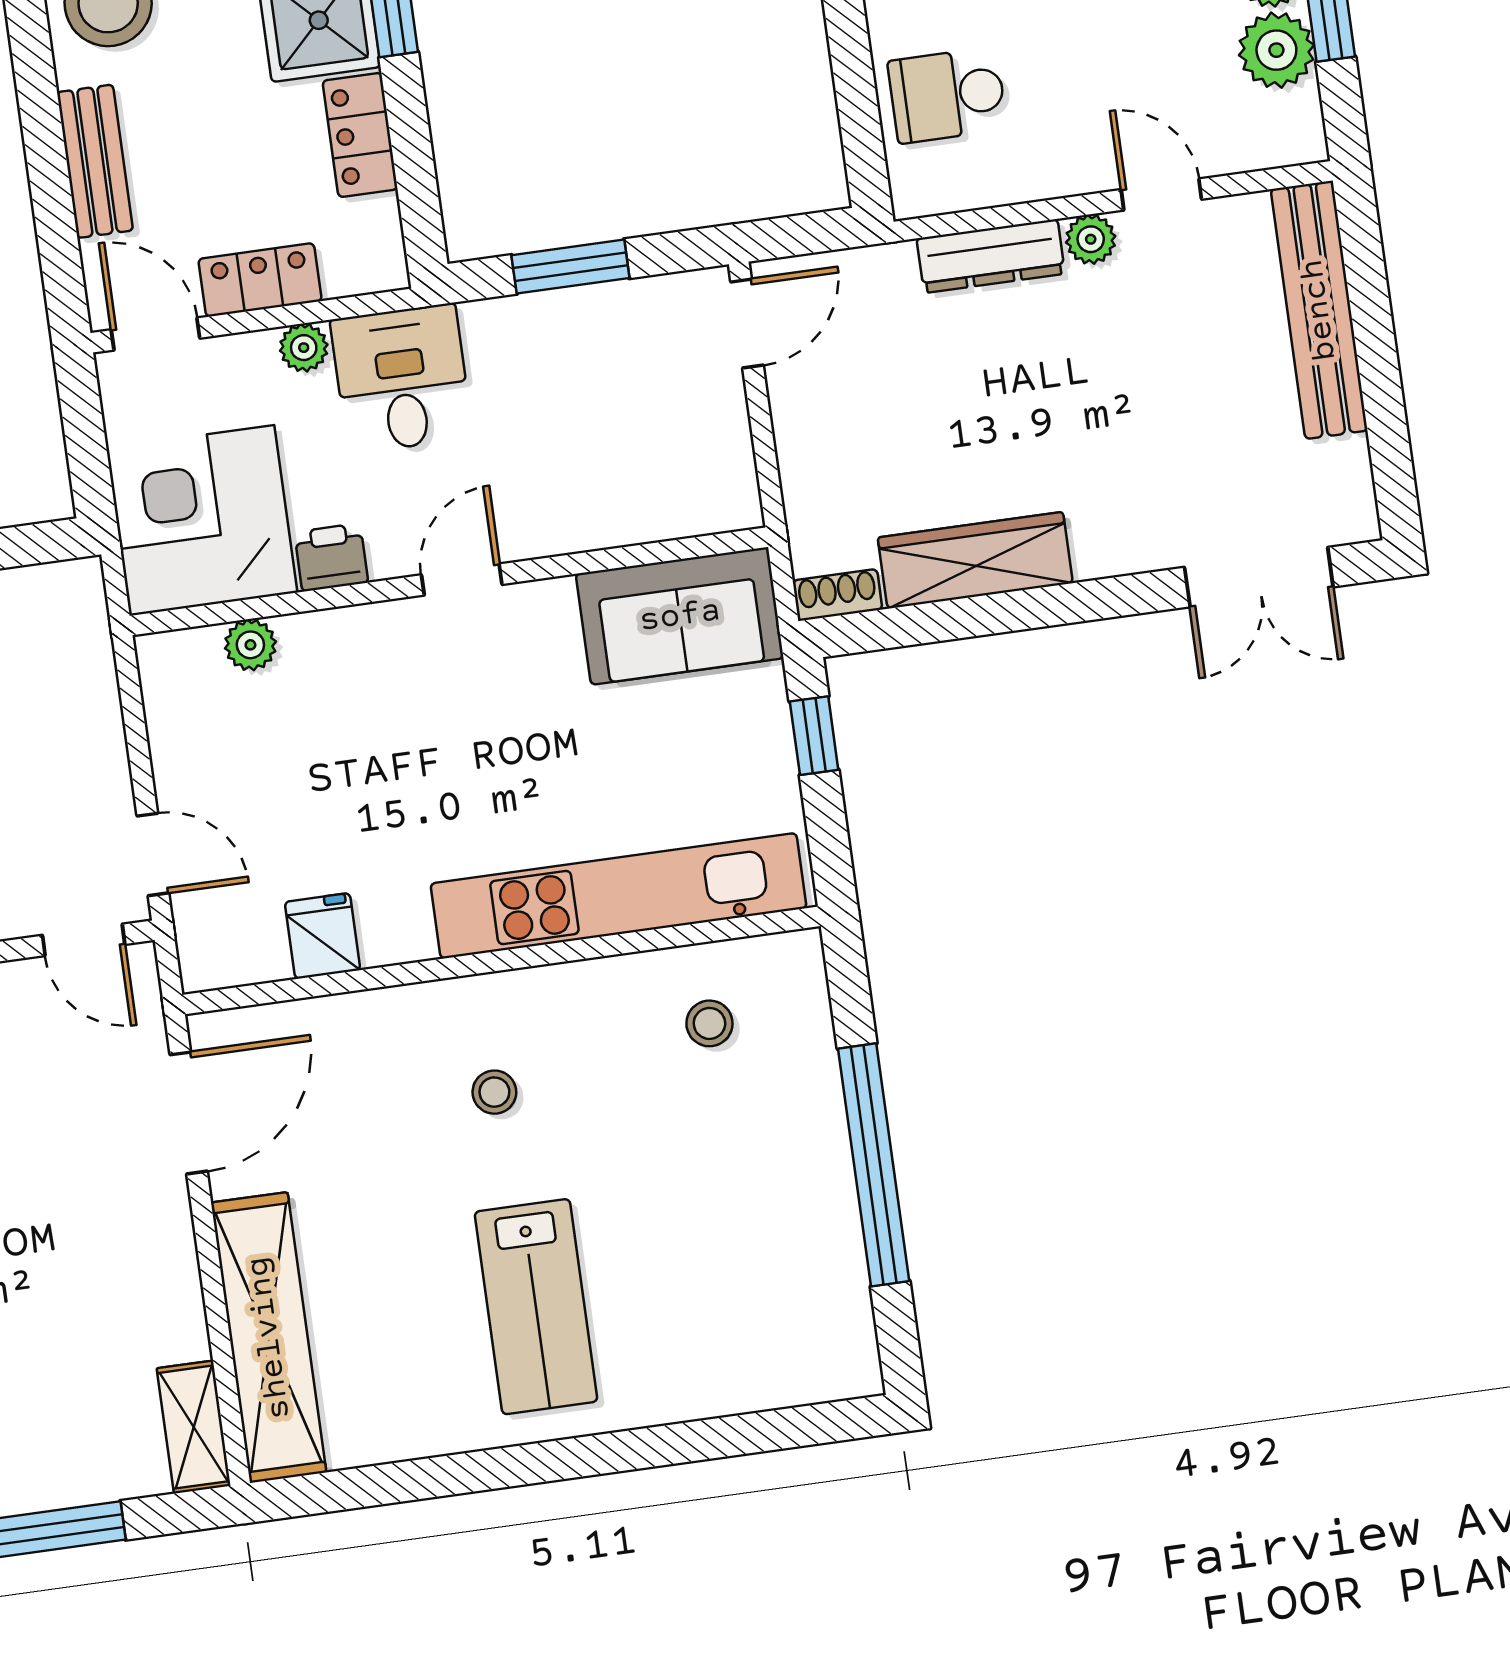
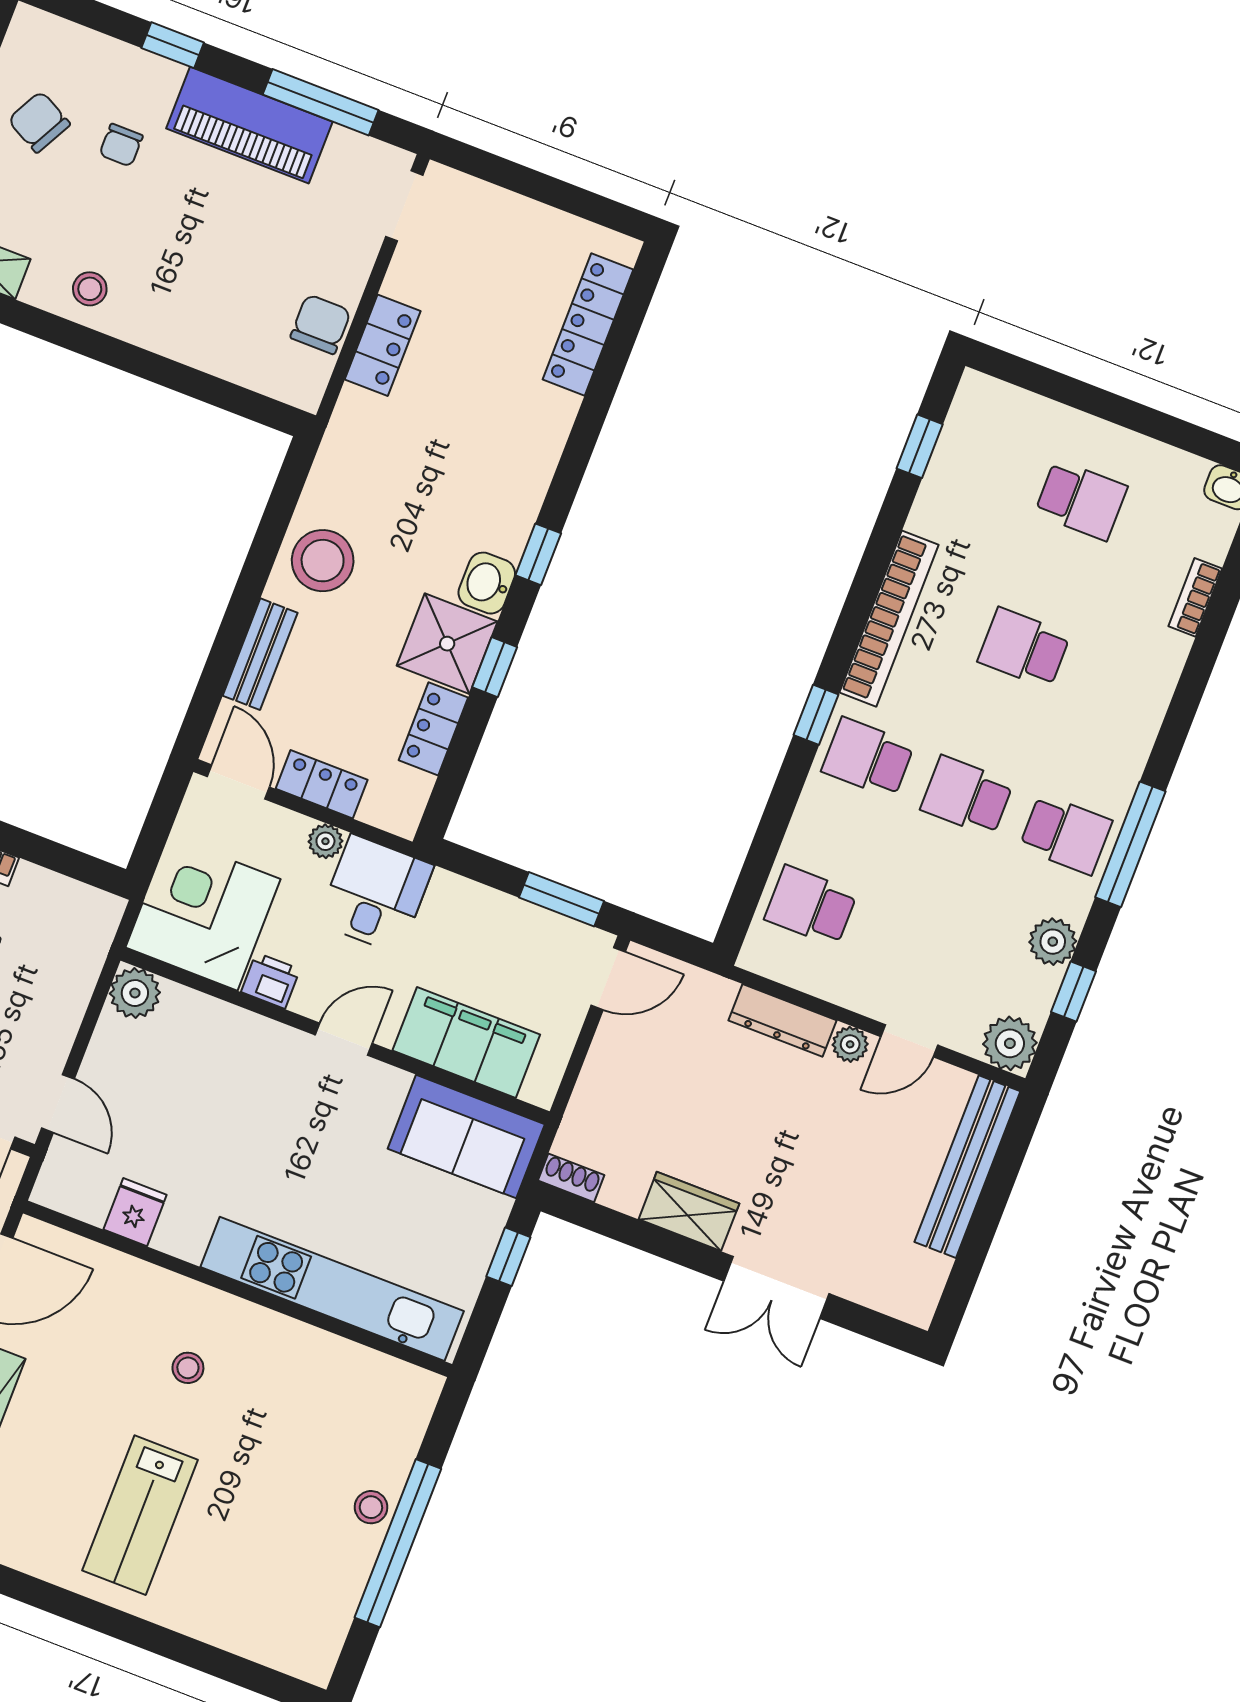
plant: (1276, 50) -> (1010, 1043), moved
door: (1161, 194) -> (909, 1041), swing flipped
window: (570, 267) -> (561, 899), moved
filing cabinet: (615, 500) -> (466, 1042), added
wardrobe: (975, 560) -> (689, 1211), width x0.67
double door: (1259, 577) -> (776, 1287), moved
plant: (250, 645) -> (135, 993), moved, width x1.38, depth x1.38
stool: (709, 1023) -> (371, 1507), moved

